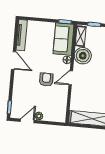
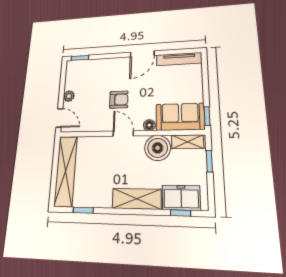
door: (27, 121) -> (59, 118), moved

